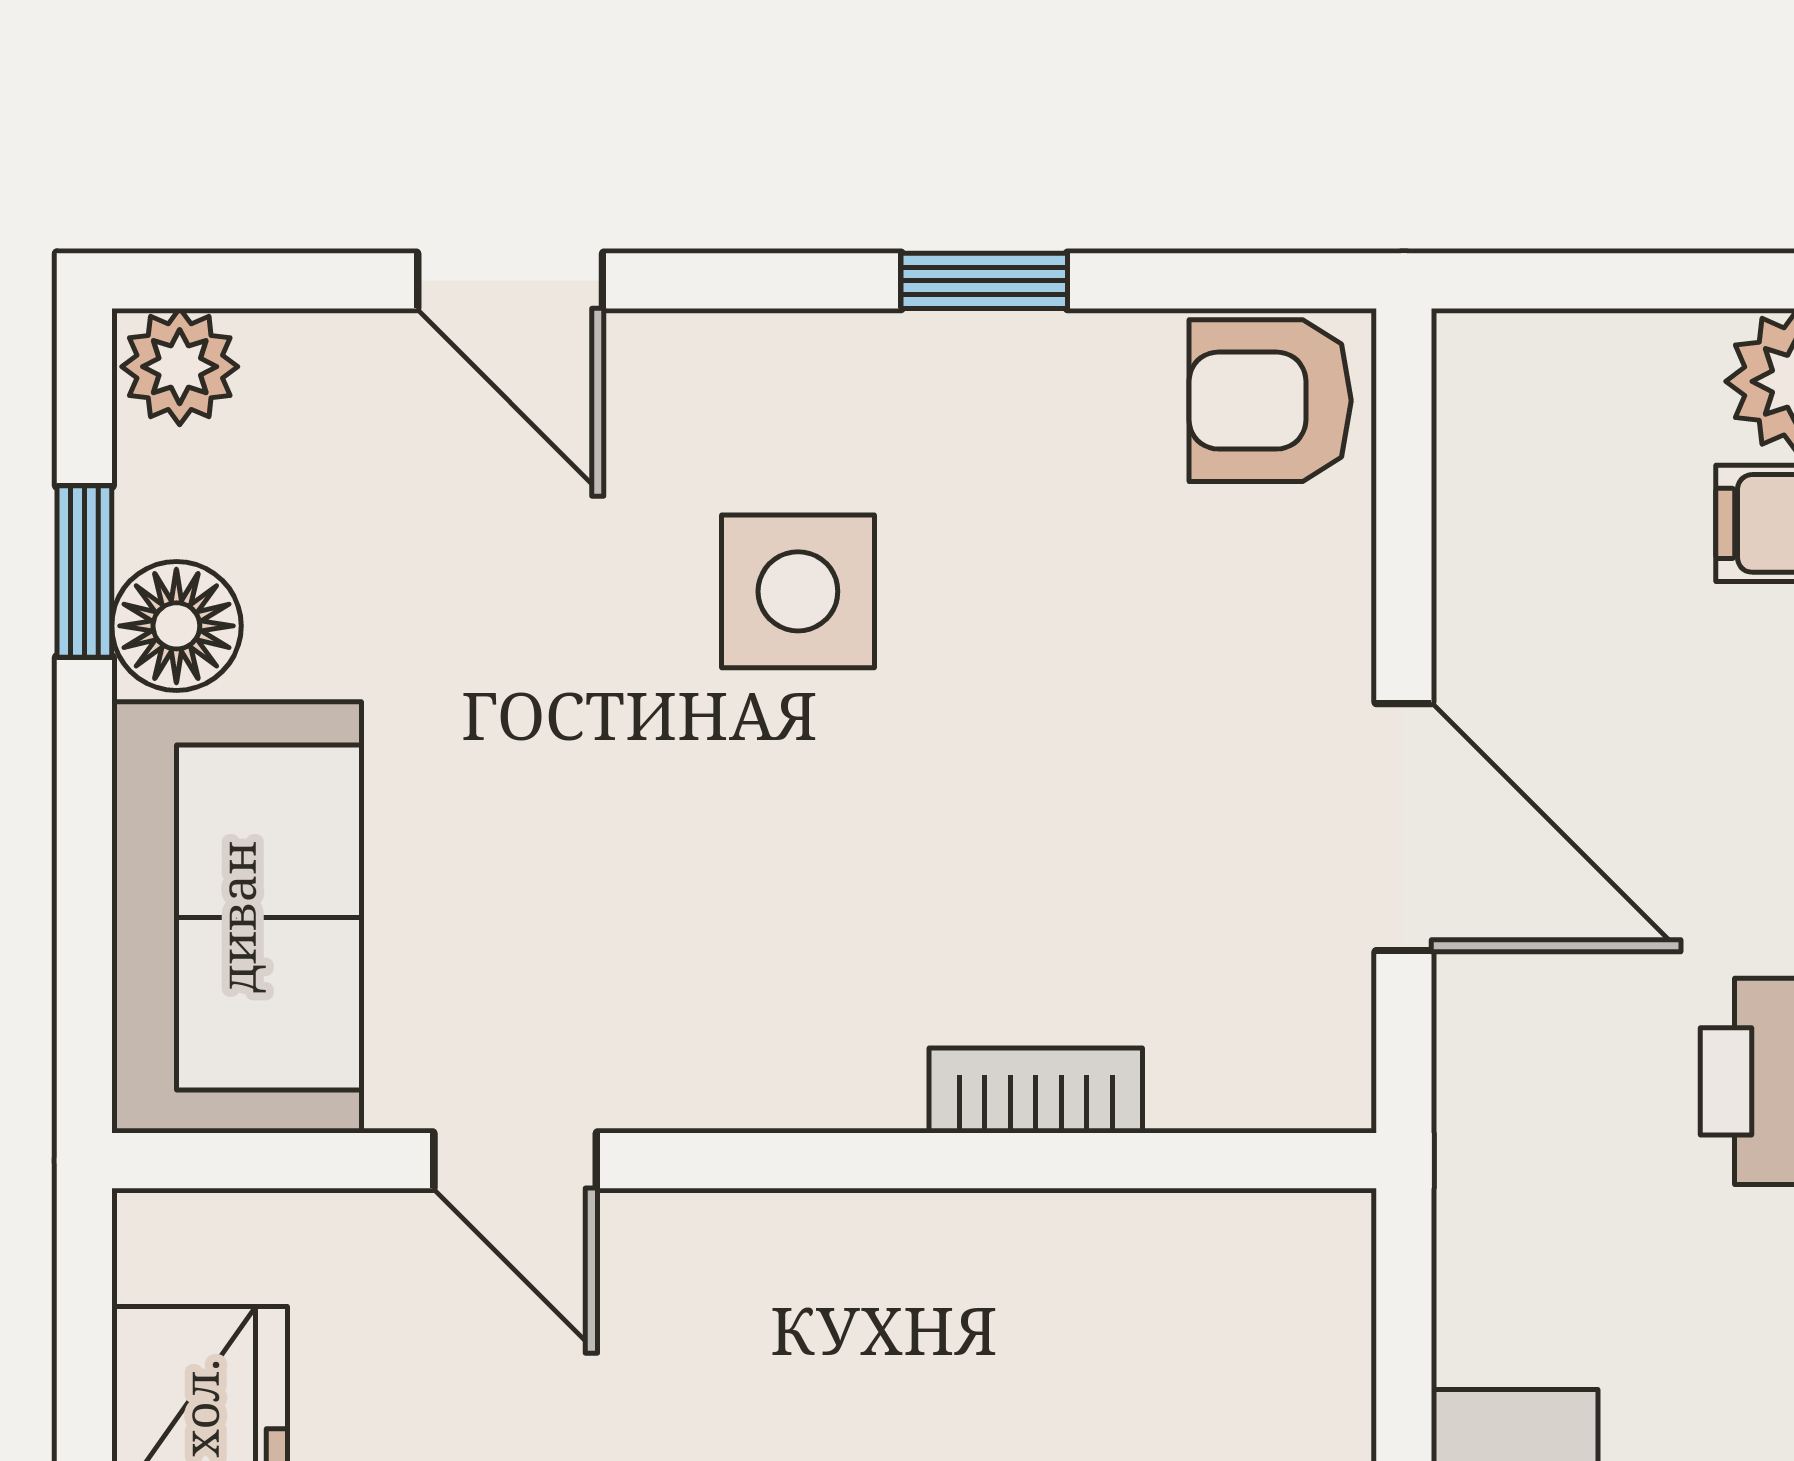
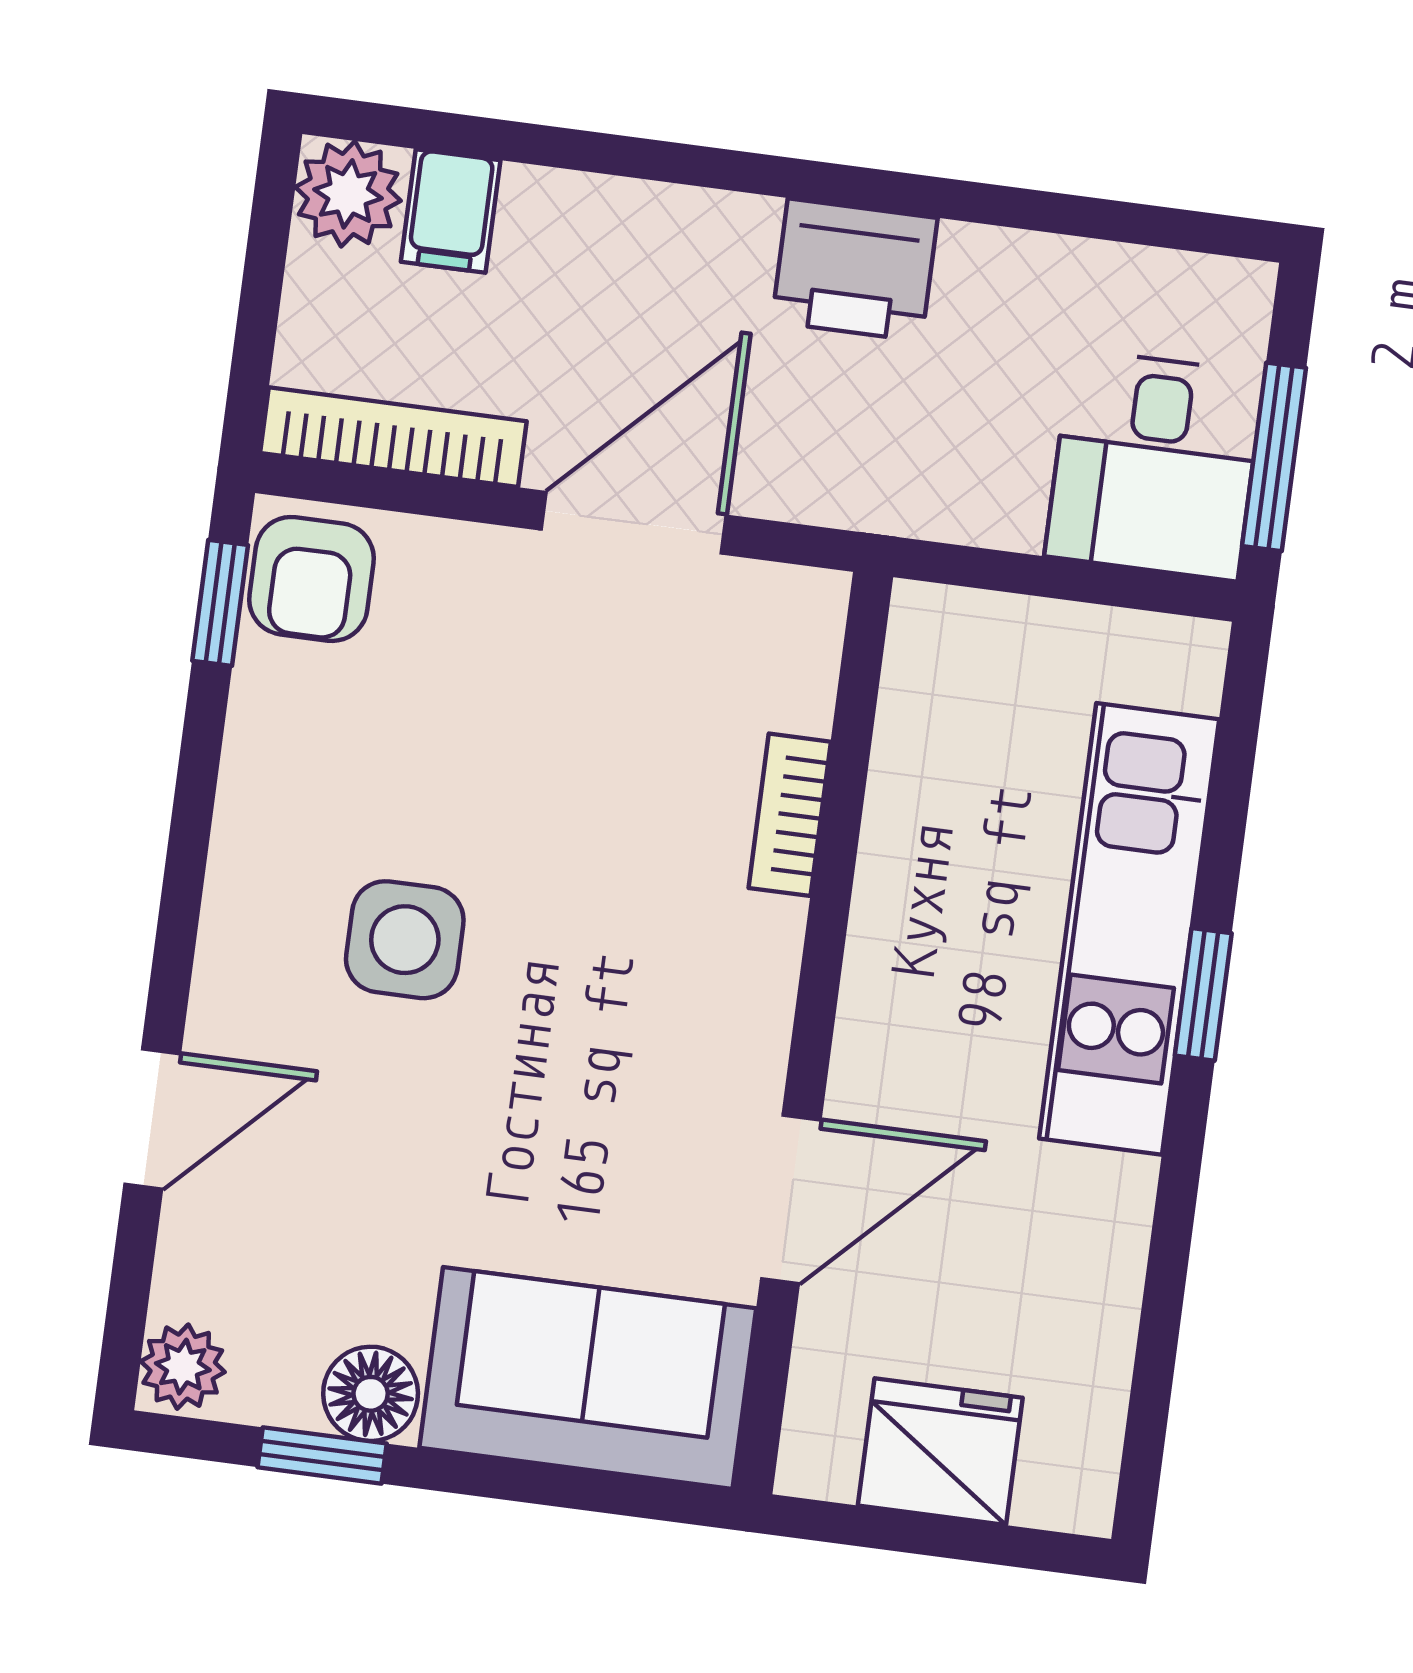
window: (984, 281) -> (220, 603), moved
bookcase: (1477, 486) -> (393, 437), added
door: (515, 1161) -> (791, 1199), width x1.38

